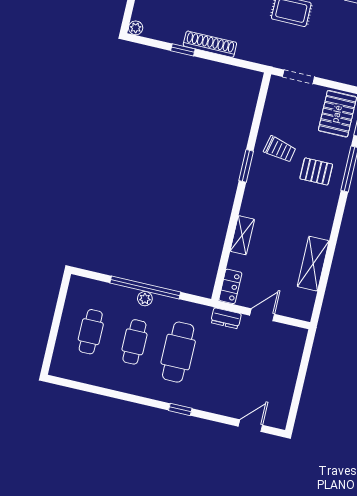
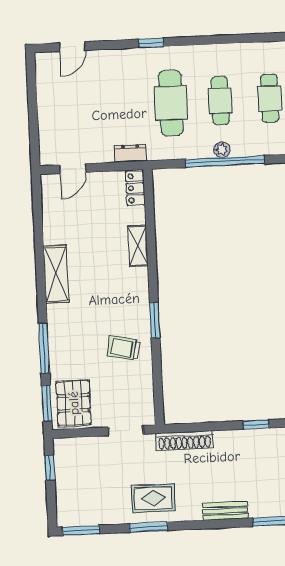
shoe rack: (210, 44) -> (184, 441), moved
pallet: (316, 171) -> (79, 336), removed
shelving: (313, 264) -> (56, 274), moved
door: (262, 315) -> (73, 169), moved

